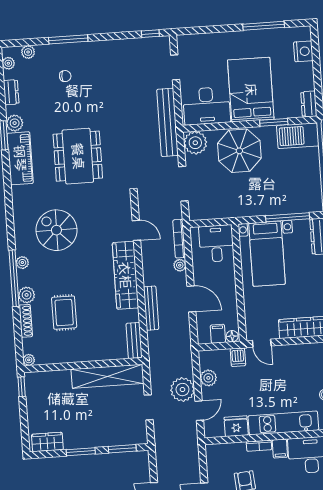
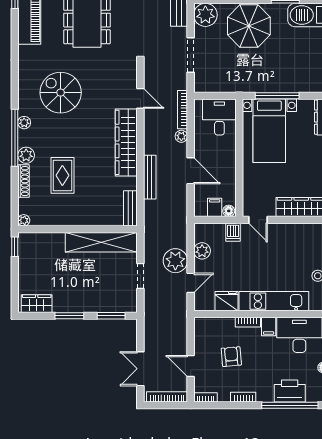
window: (288, 217) -> (277, 96), moved

